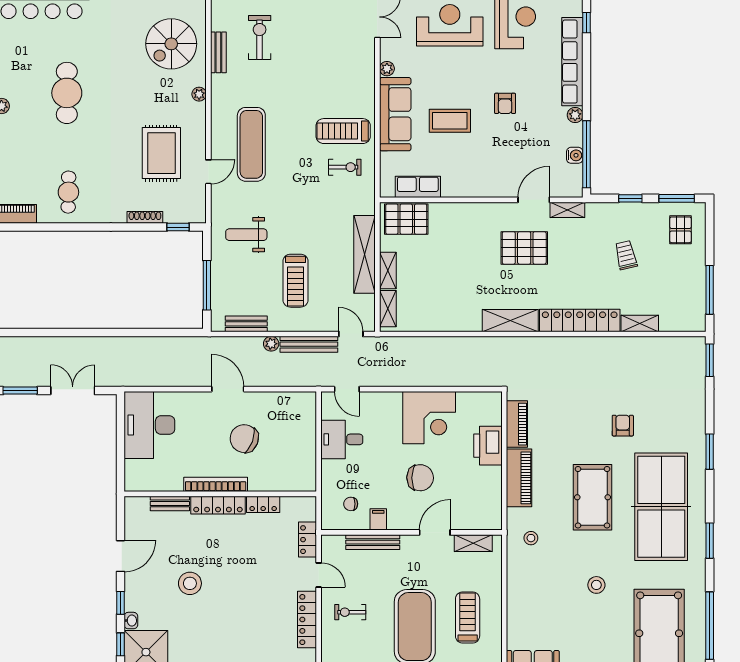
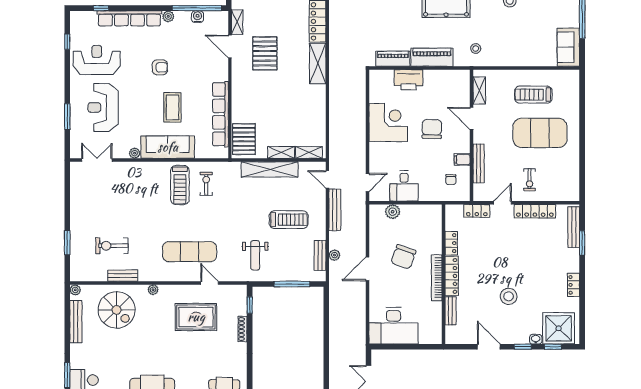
row of seats: (418, 187) -> (220, 114), width x2.02
door: (351, 334) -> (327, 179), hinge flipped
plant: (271, 344) -> (334, 255), moved
plant: (306, 424) -> (393, 212), added

